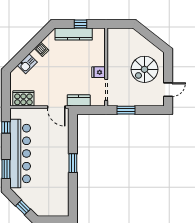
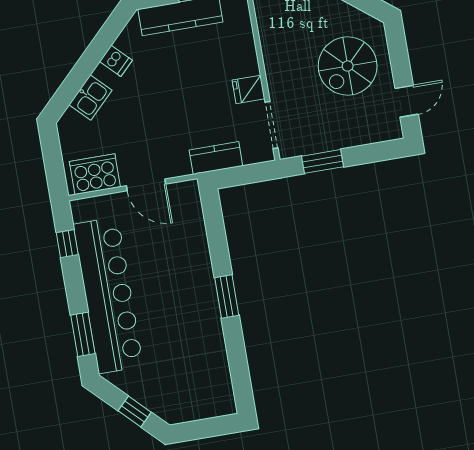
door: (56, 107) -> (146, 185), moved

